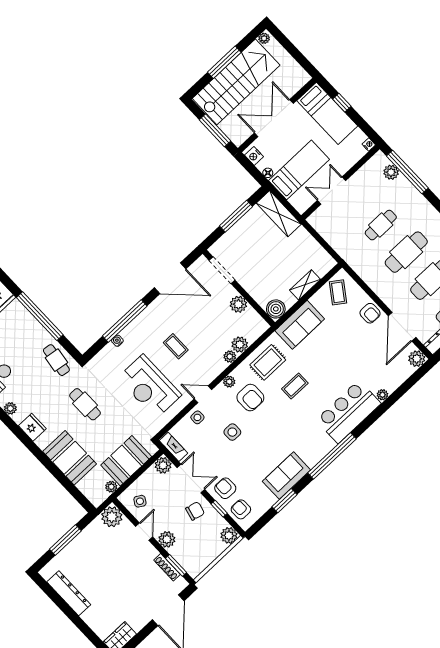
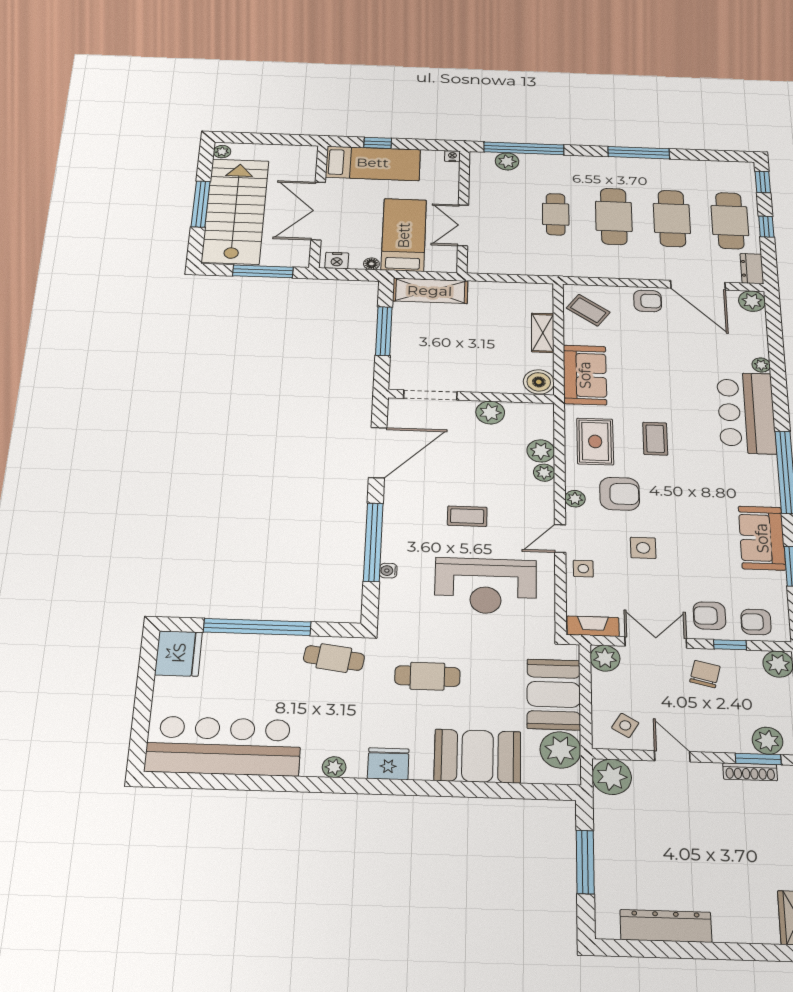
plant: (111, 487) -> (560, 750), width x1.87, depth x1.87
plant: (167, 539) -> (768, 741), moved

